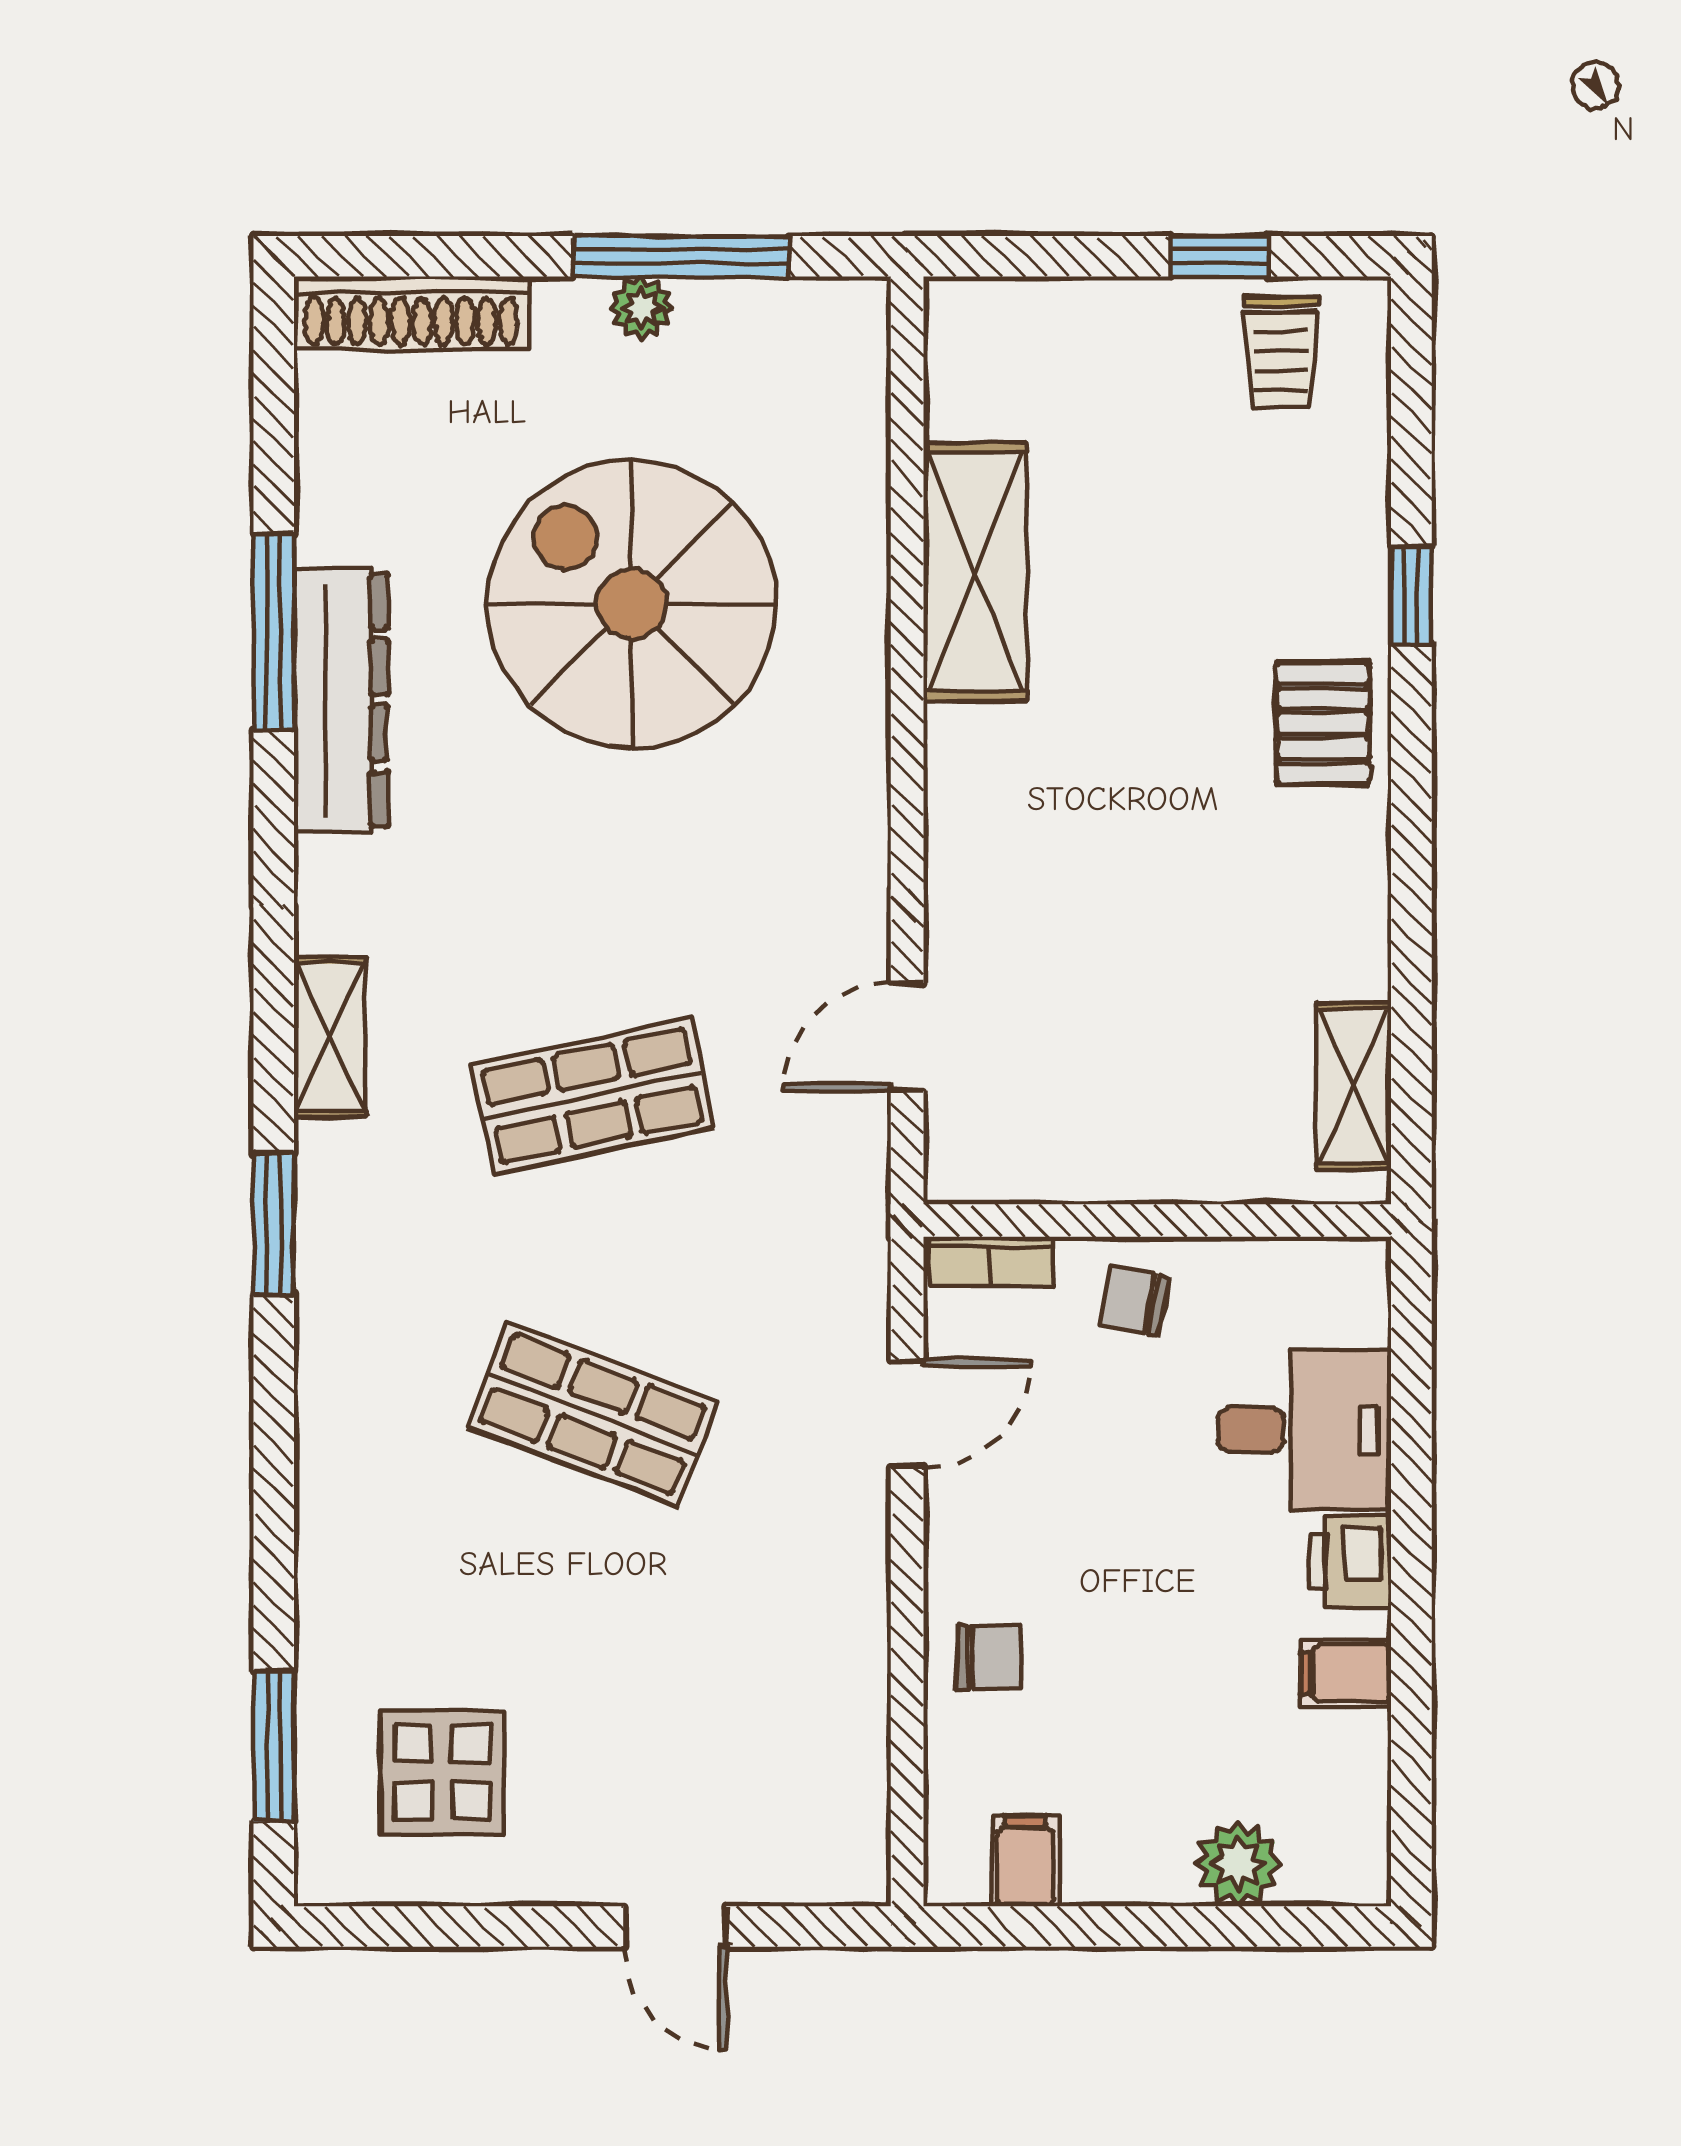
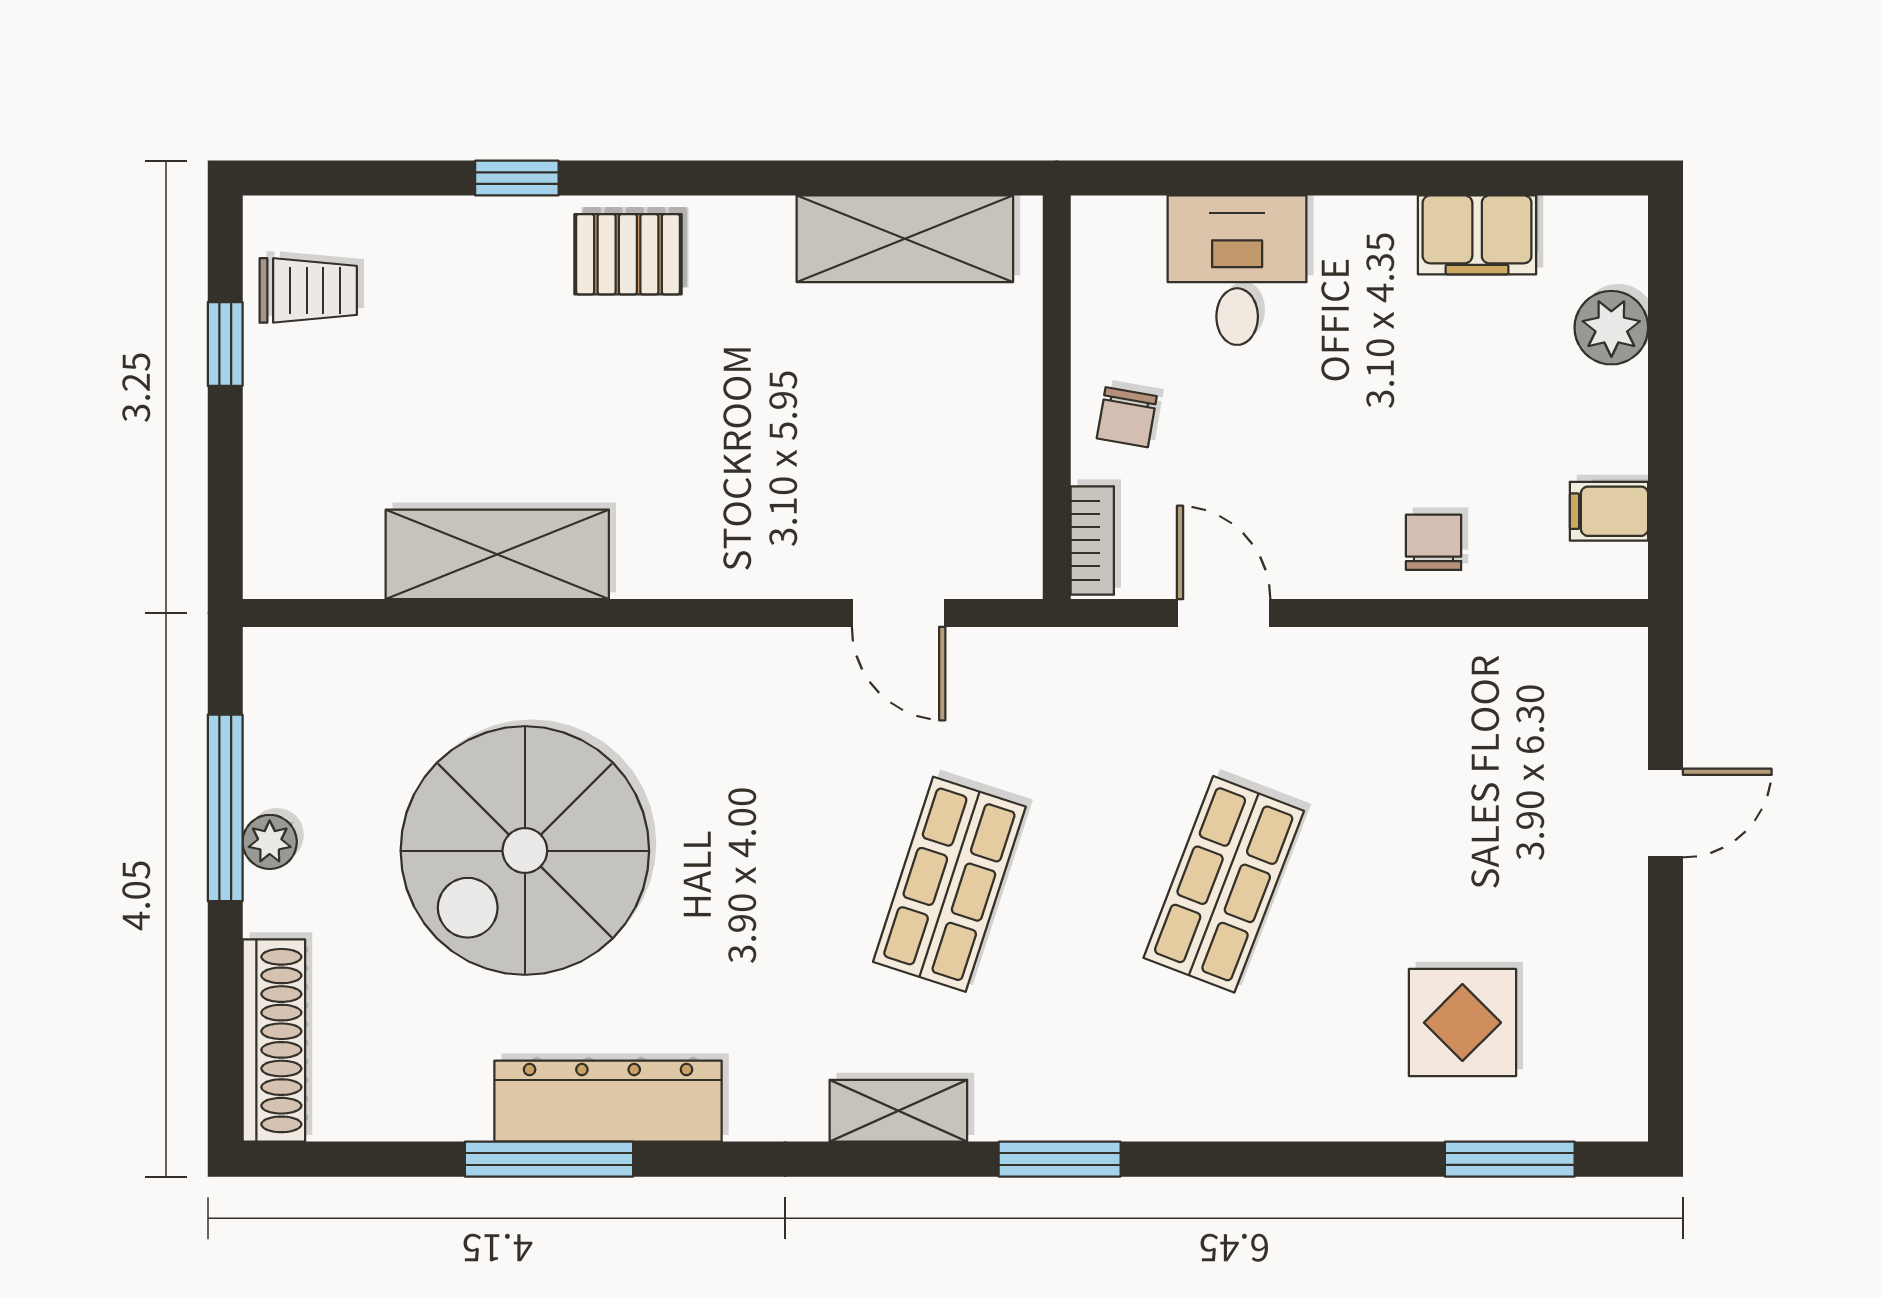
shelving: (1354, 1086) -> (905, 239), width x1.50, depth x1.33
shop shelf: (592, 1096) -> (949, 884), turned 30
printer: (1350, 1562) -> (1351, 231), removed
filing cabinet: (1346, 1674) -> (1477, 235), width x2.00
display table: (442, 1772) -> (1462, 1023), moved

